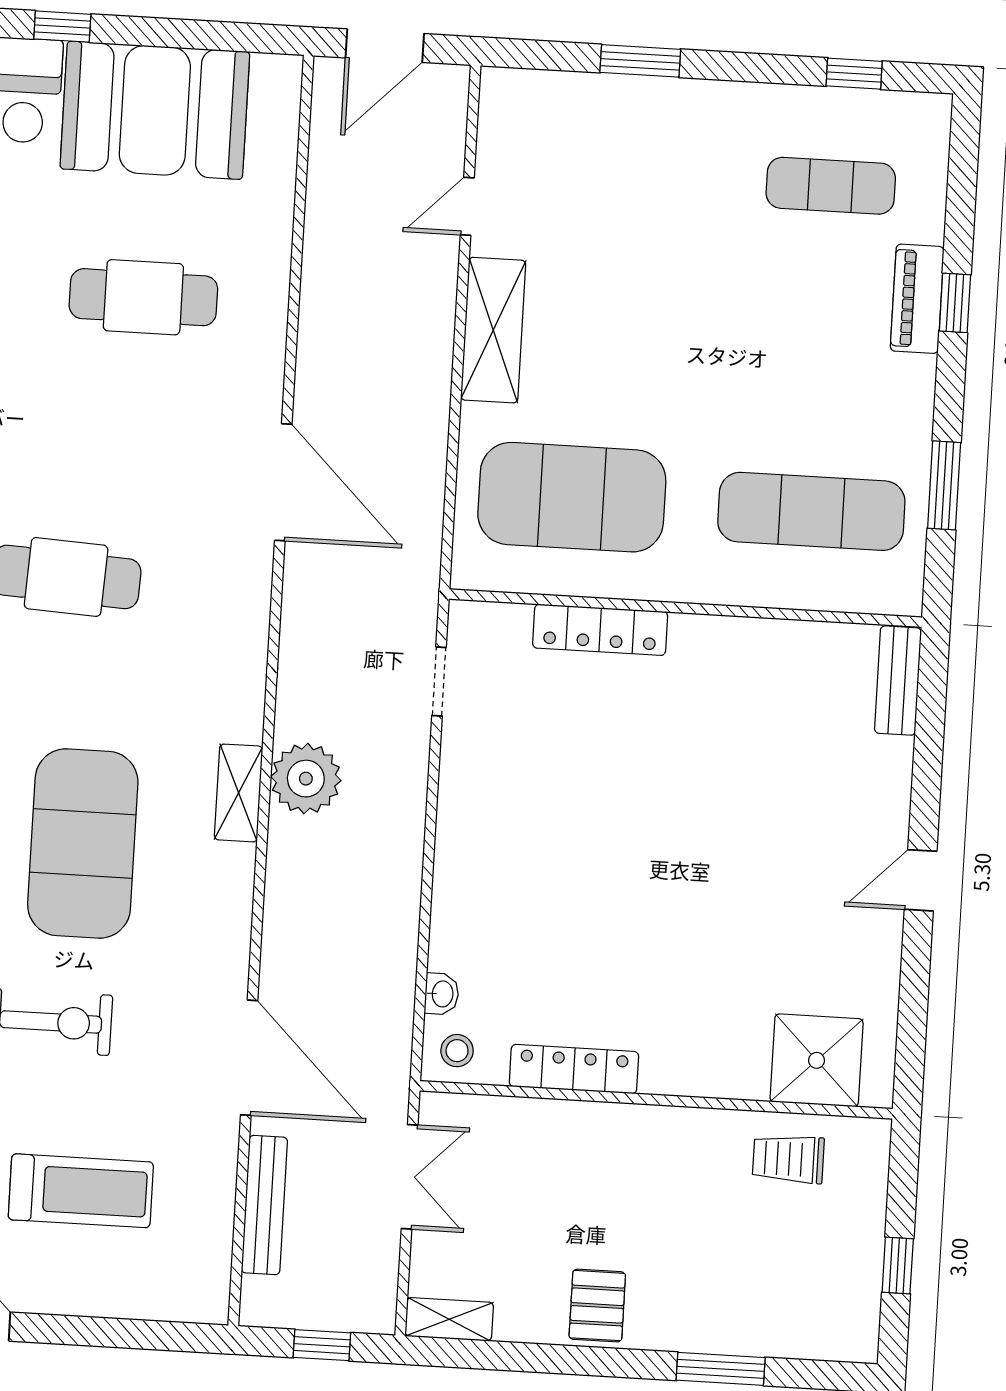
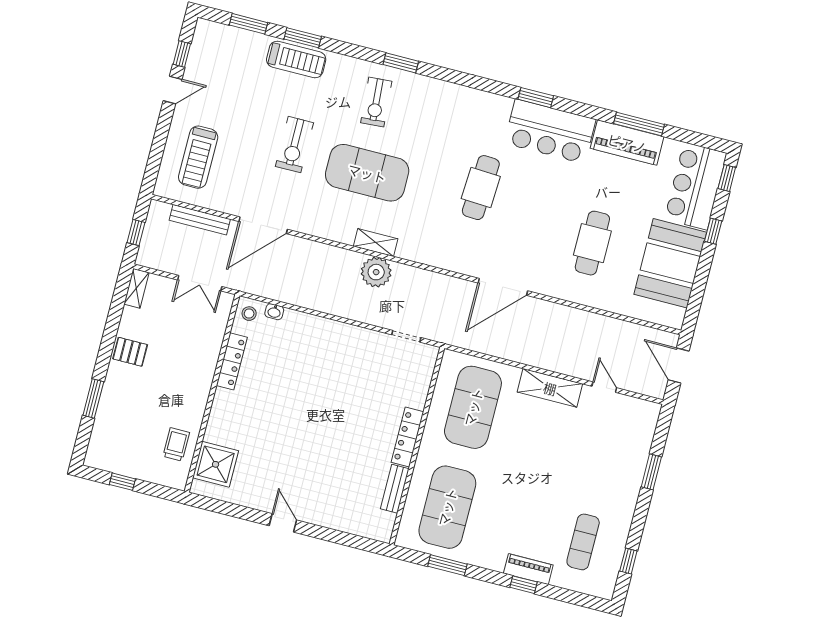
exercise mat: (811, 511) -> (447, 507), width x1.47
locker: (600, 630) -> (407, 437), moved
bench: (898, 681) -> (395, 489), moved, turned 90
treadmill: (81, 1191) -> (198, 157), moved

